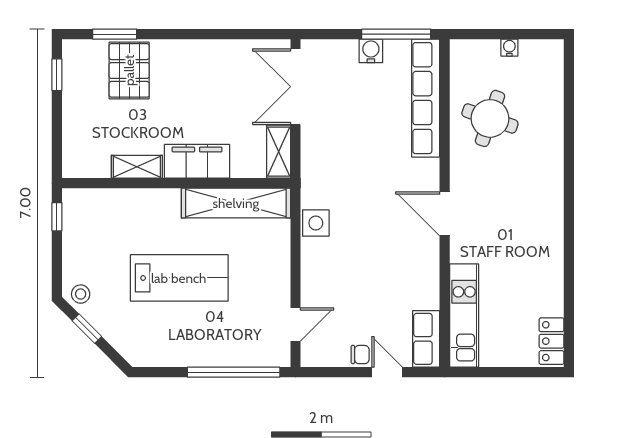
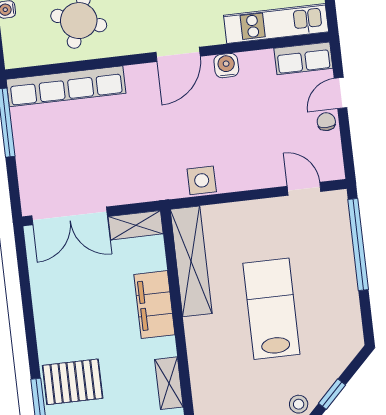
water cooler: (371, 51) -> (226, 66), moved, turned 90
shelving: (137, 167) -> (169, 383), moved

